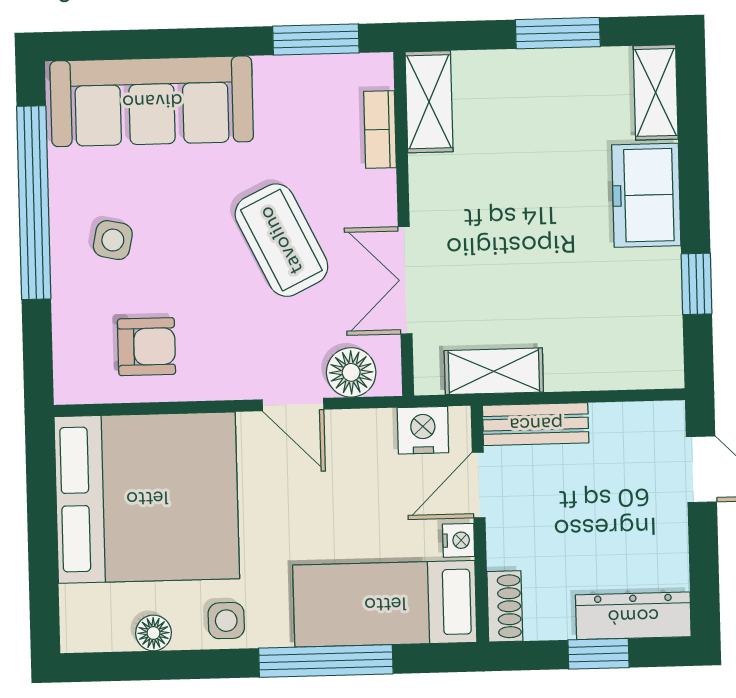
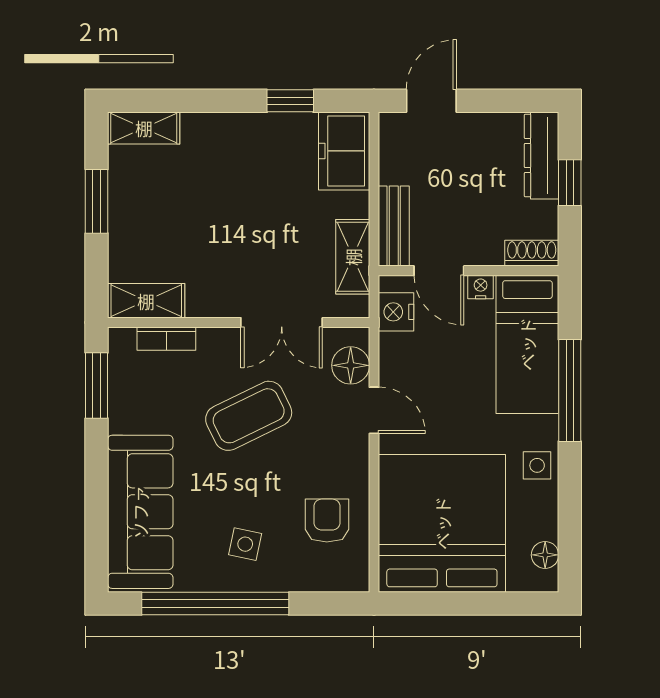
freezer: (646, 195) -> (344, 151), moved, turned 90
door: (293, 405) -> (374, 410), hinge flipped
floor lamp: (153, 633) -> (545, 555), moved

